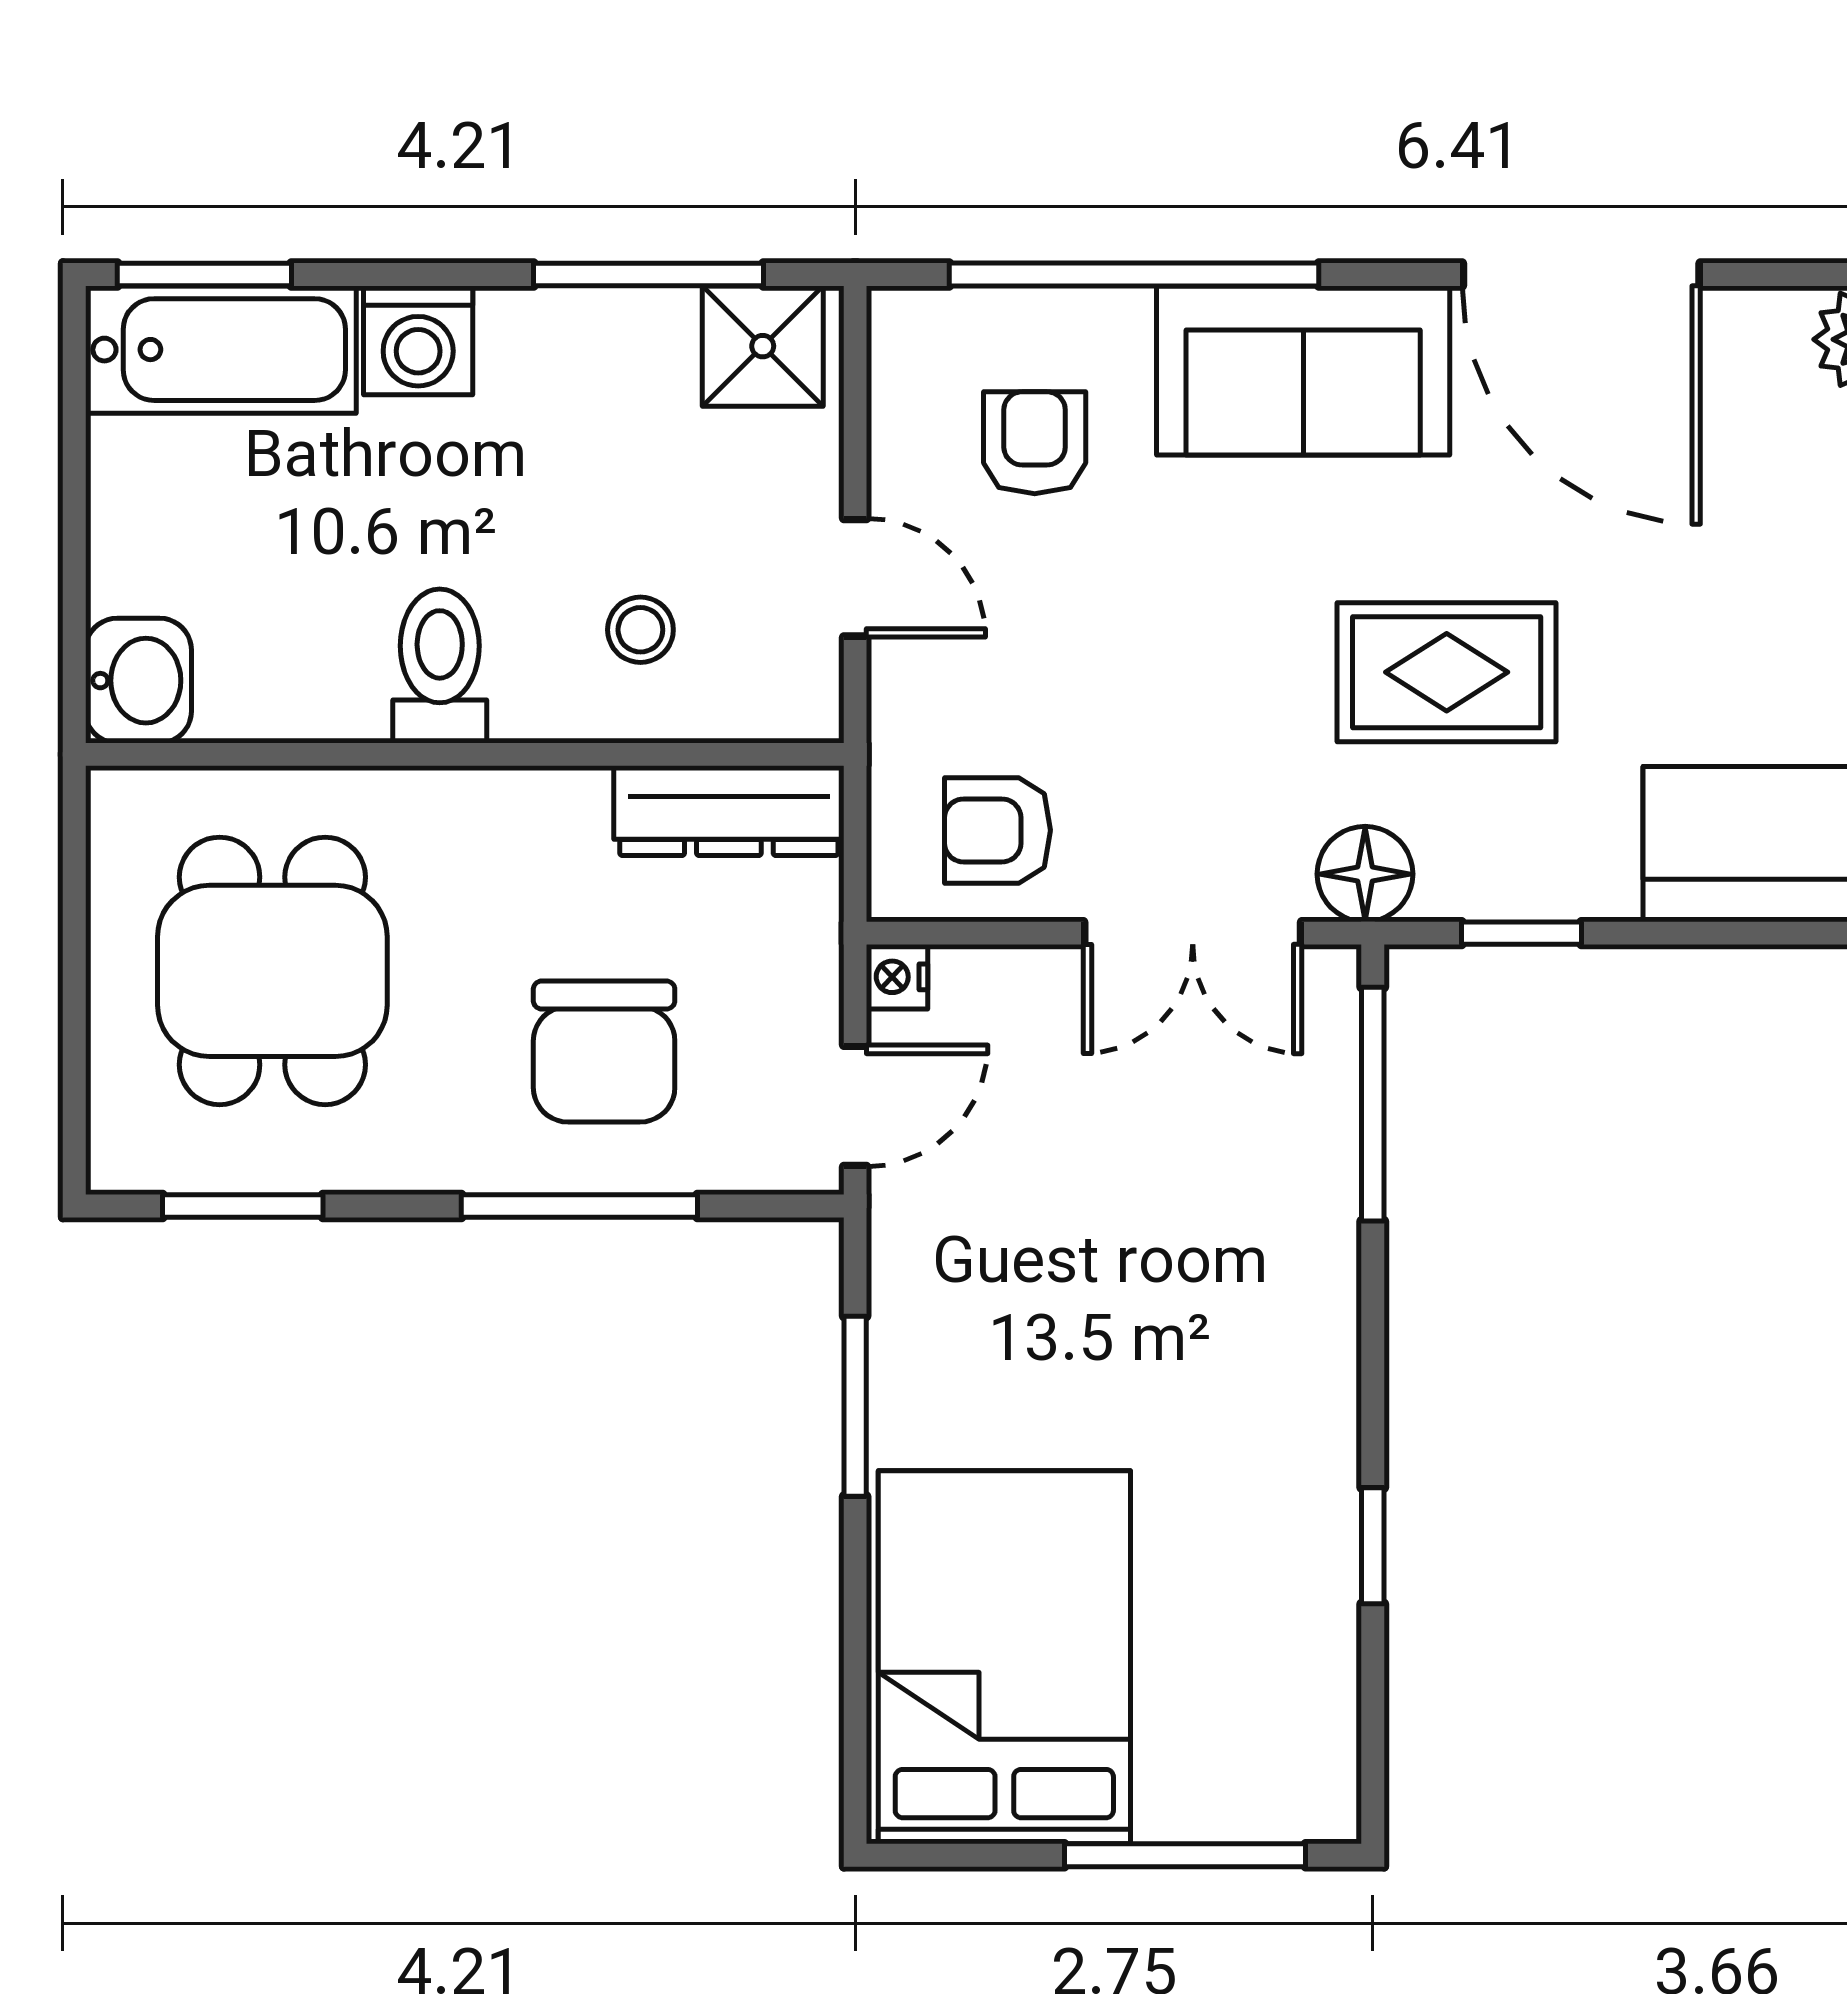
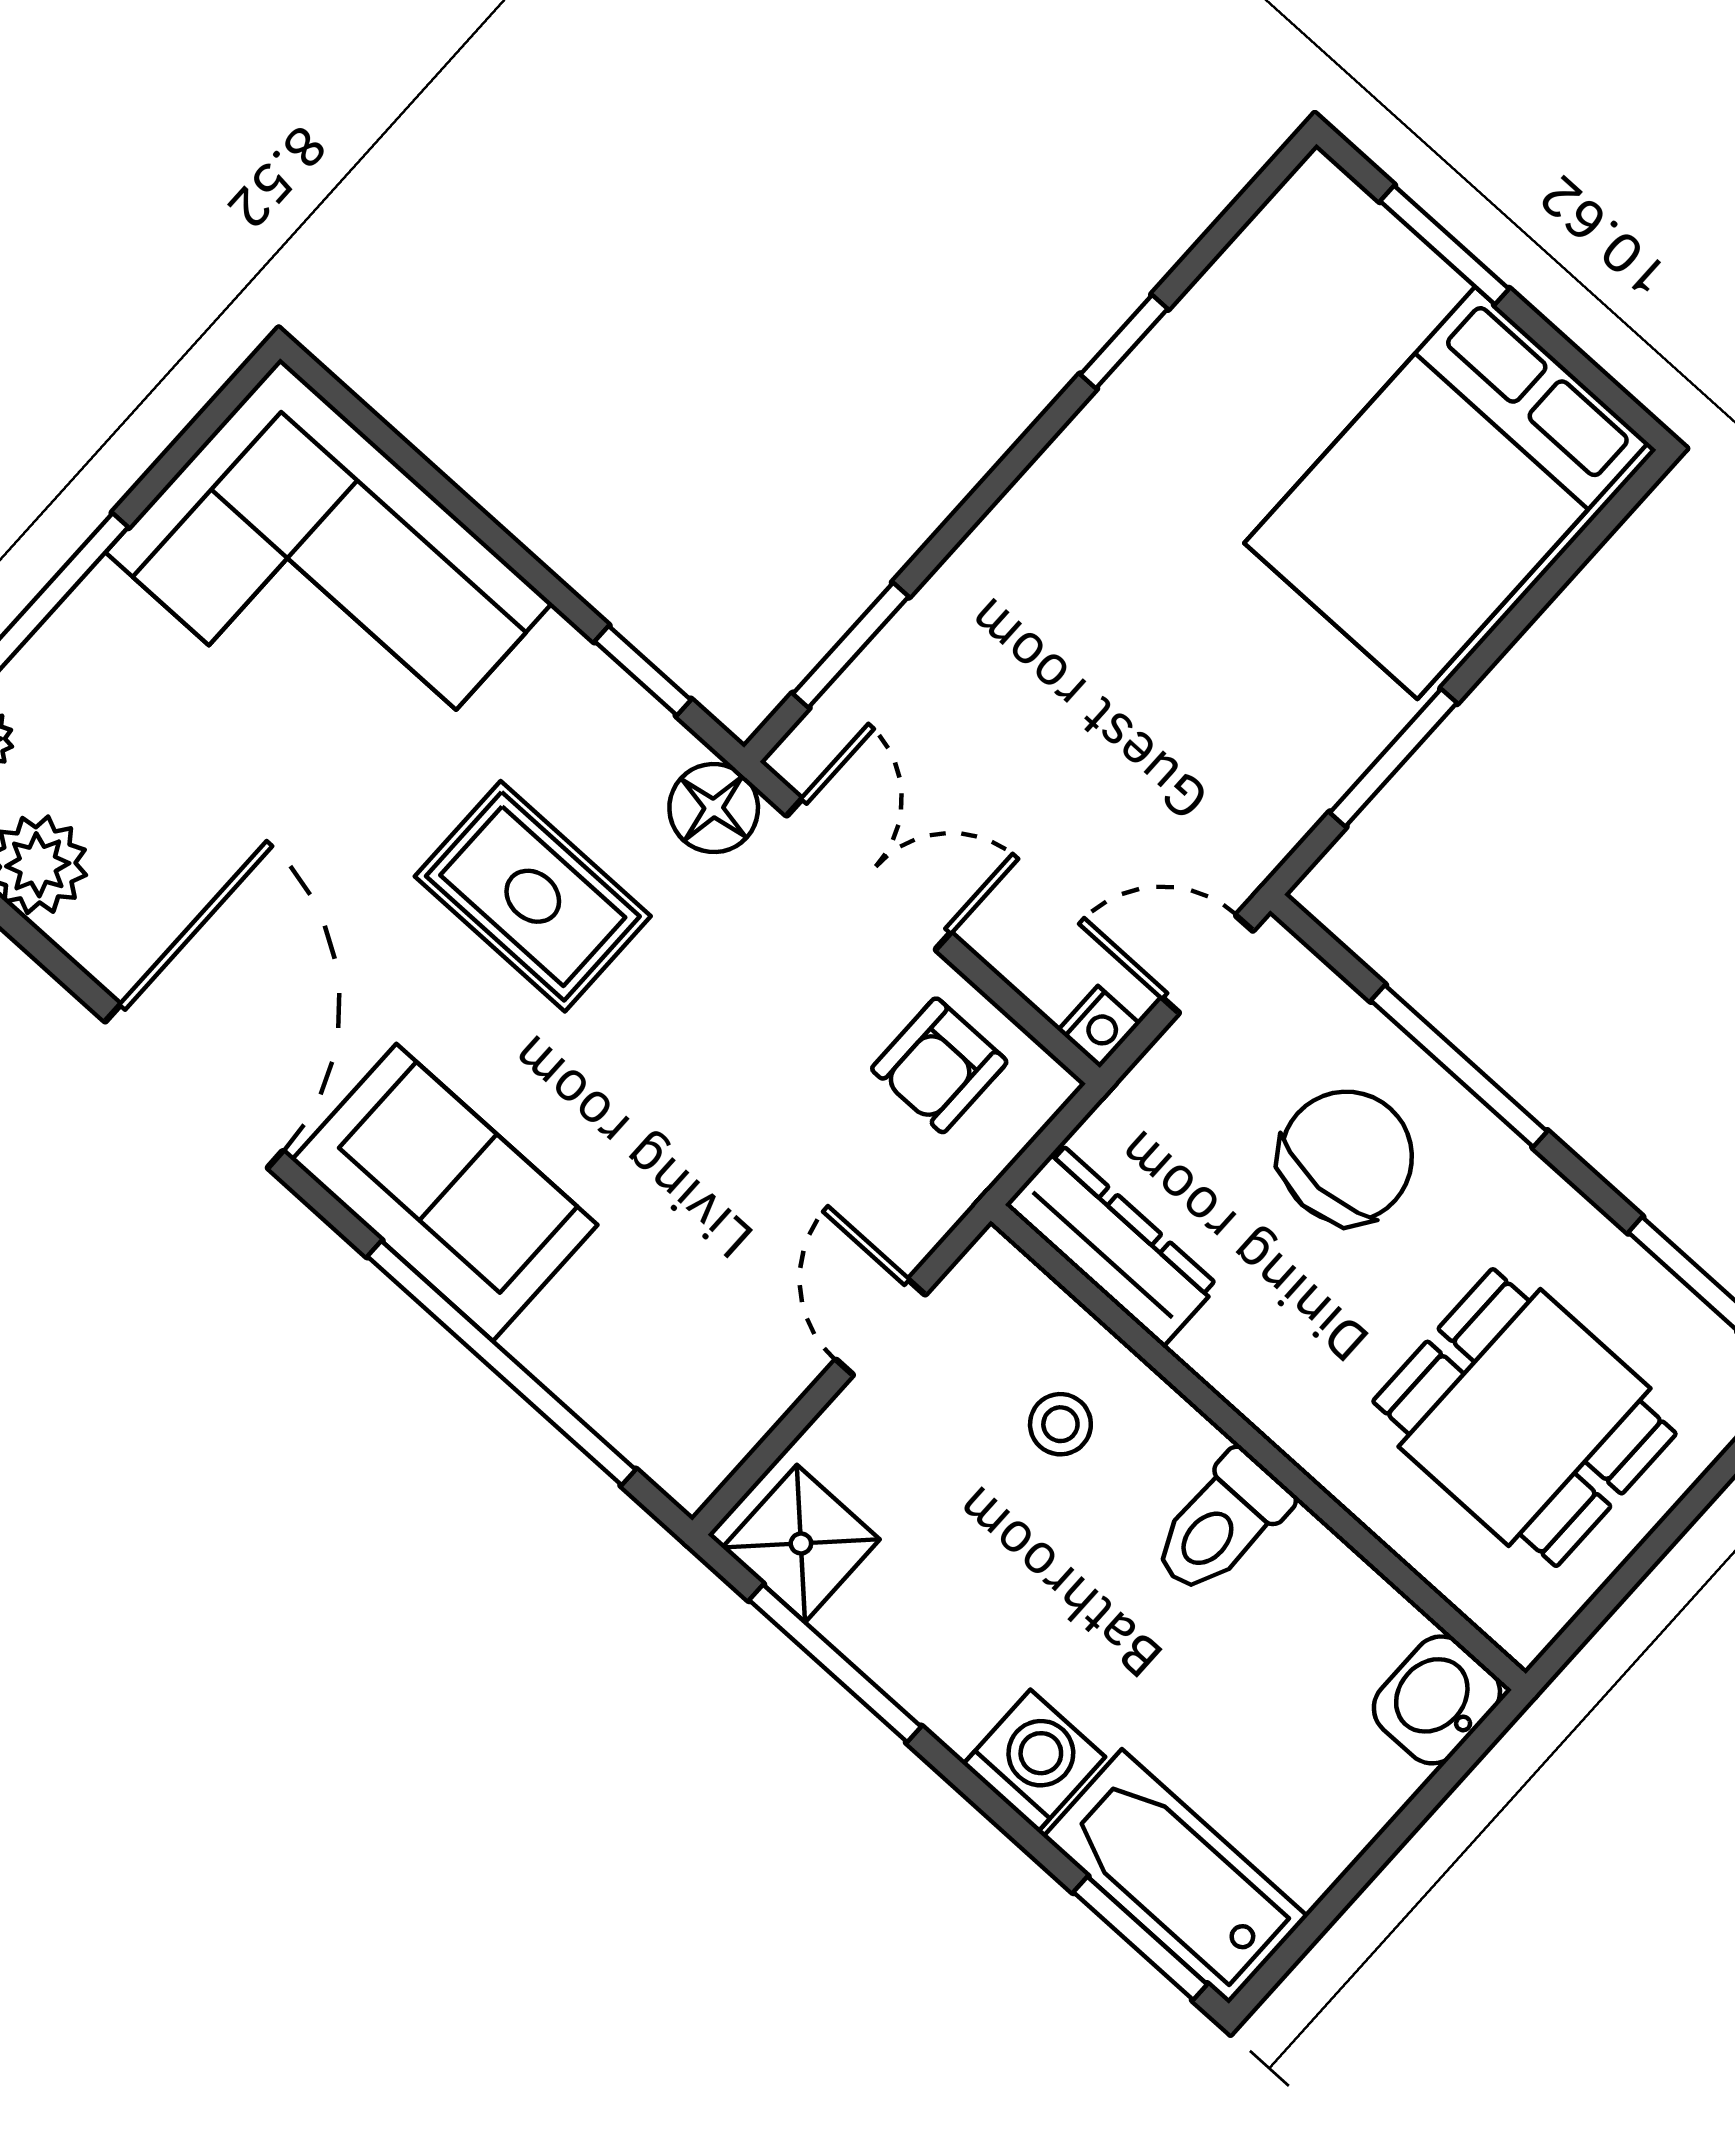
armchair: (1035, 443) -> (674, 1309), removed
armchair: (998, 830) -> (939, 1065), turned 90
dining table: (272, 971) -> (1524, 1418), turned 90
window: (1373, 1104) -> (851, 645), width x0.69
window: (1185, 1855) -> (1444, 245), width x0.69

